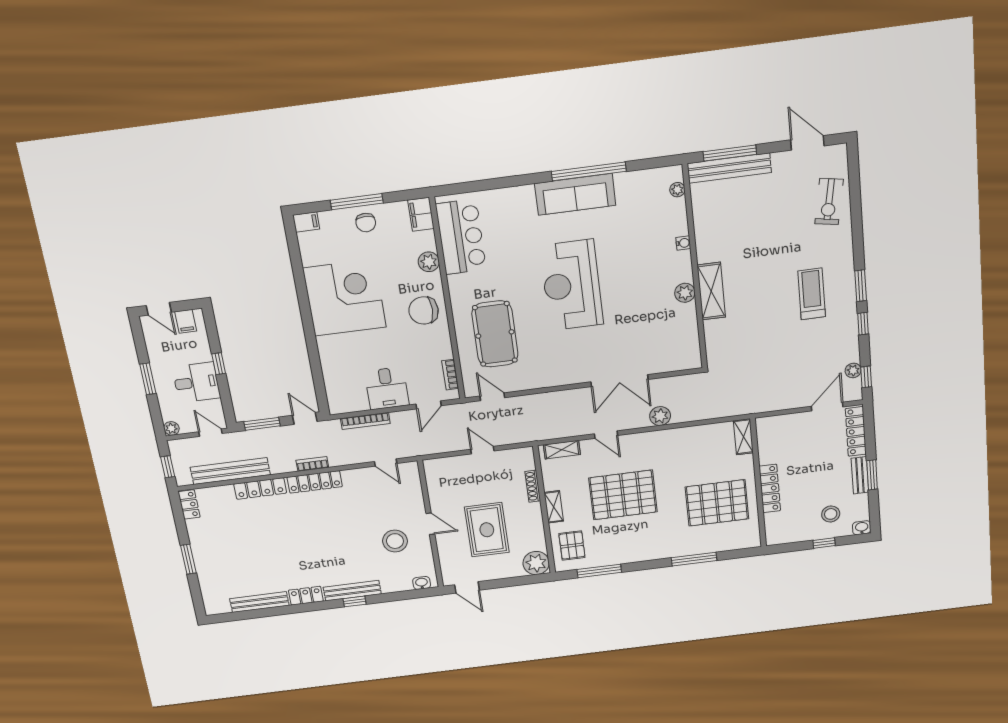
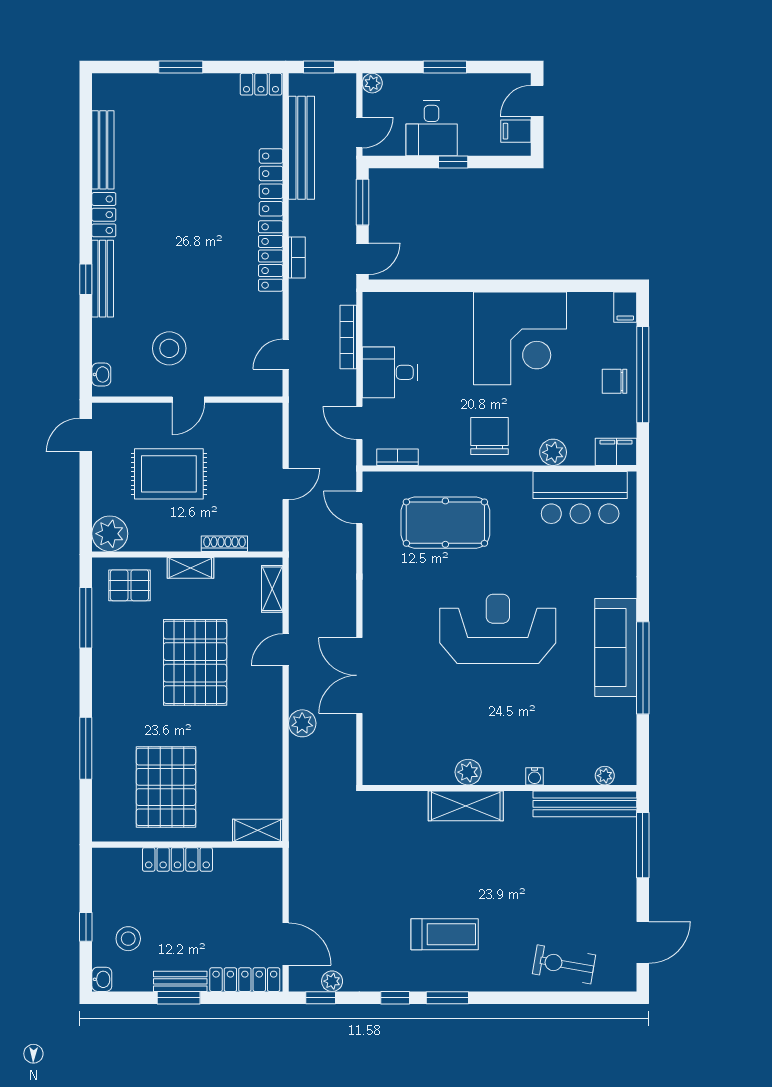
bench: (729, 168) -> (585, 804), moved, turned 90
window: (357, 202) -> (643, 375), width x1.46
door: (492, 397) -> (359, 507), swing flipped

